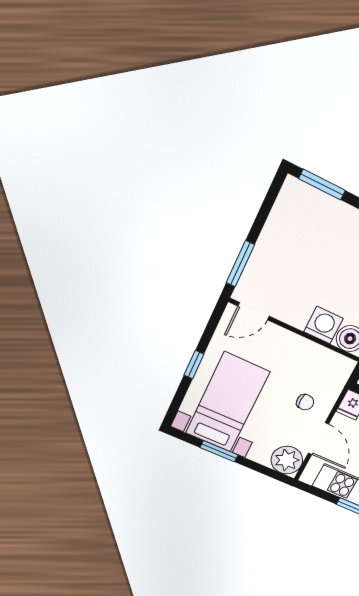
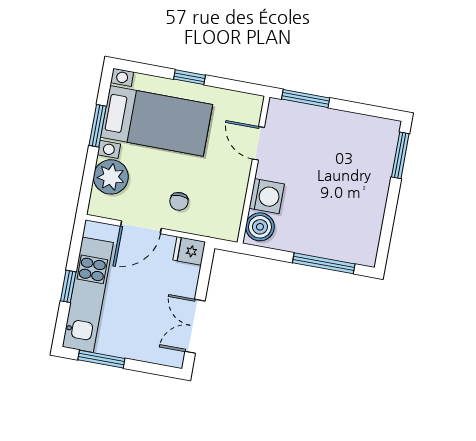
door: (254, 311) -> (258, 143), moved
plant: (287, 460) -> (111, 177), moved

